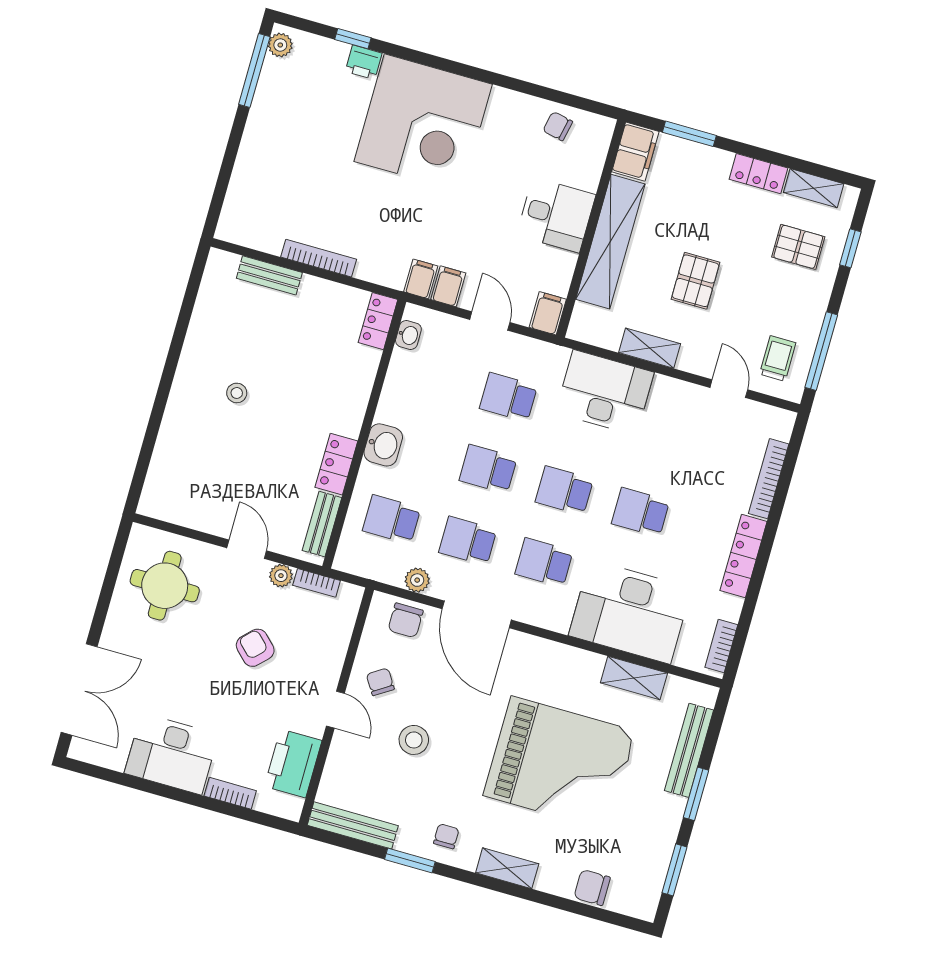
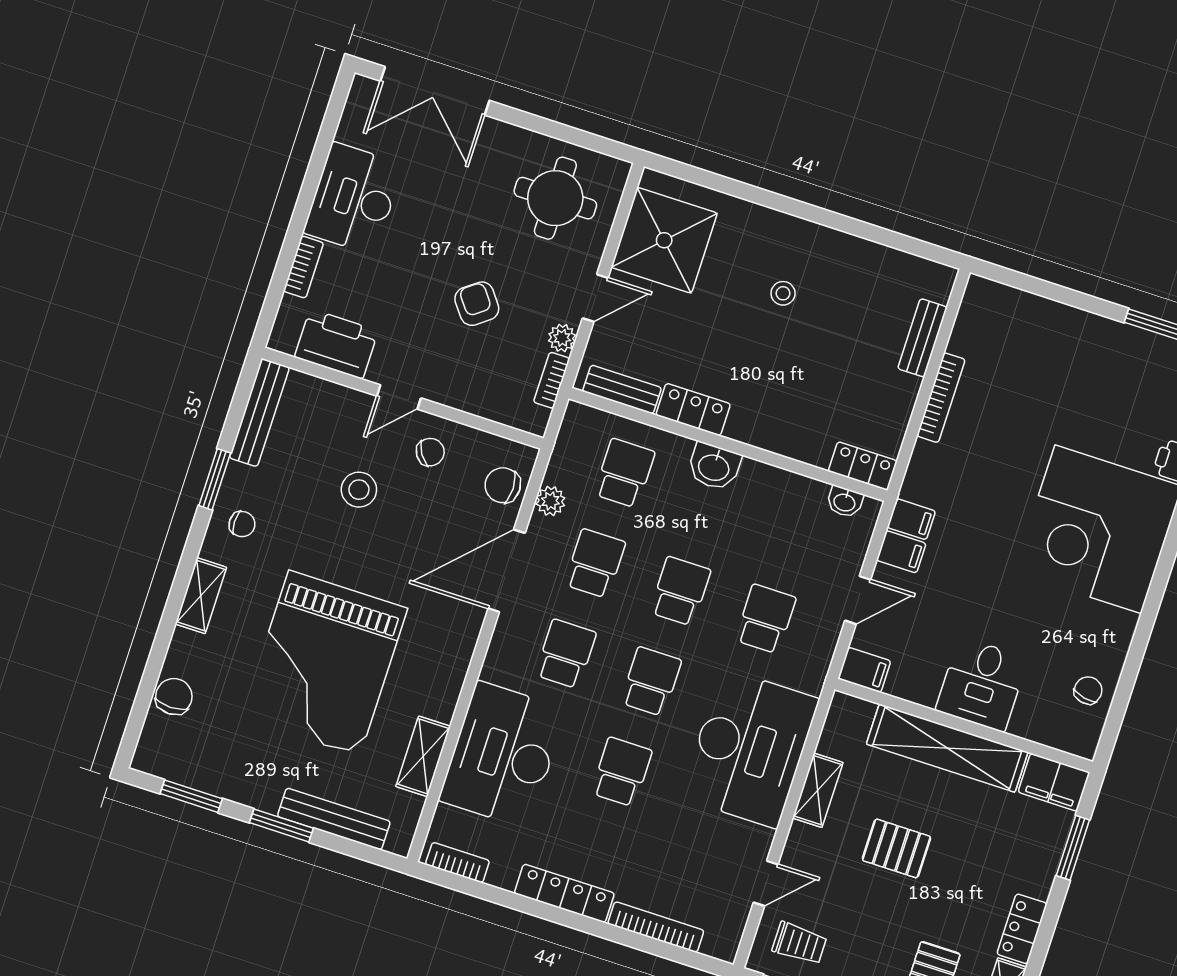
desk: (605, 392) -> (750, 748), width x1.36, depth x1.30
shower: (196, 494) -> (664, 240), added
armchair: (255, 648) -> (477, 304), turned -82

